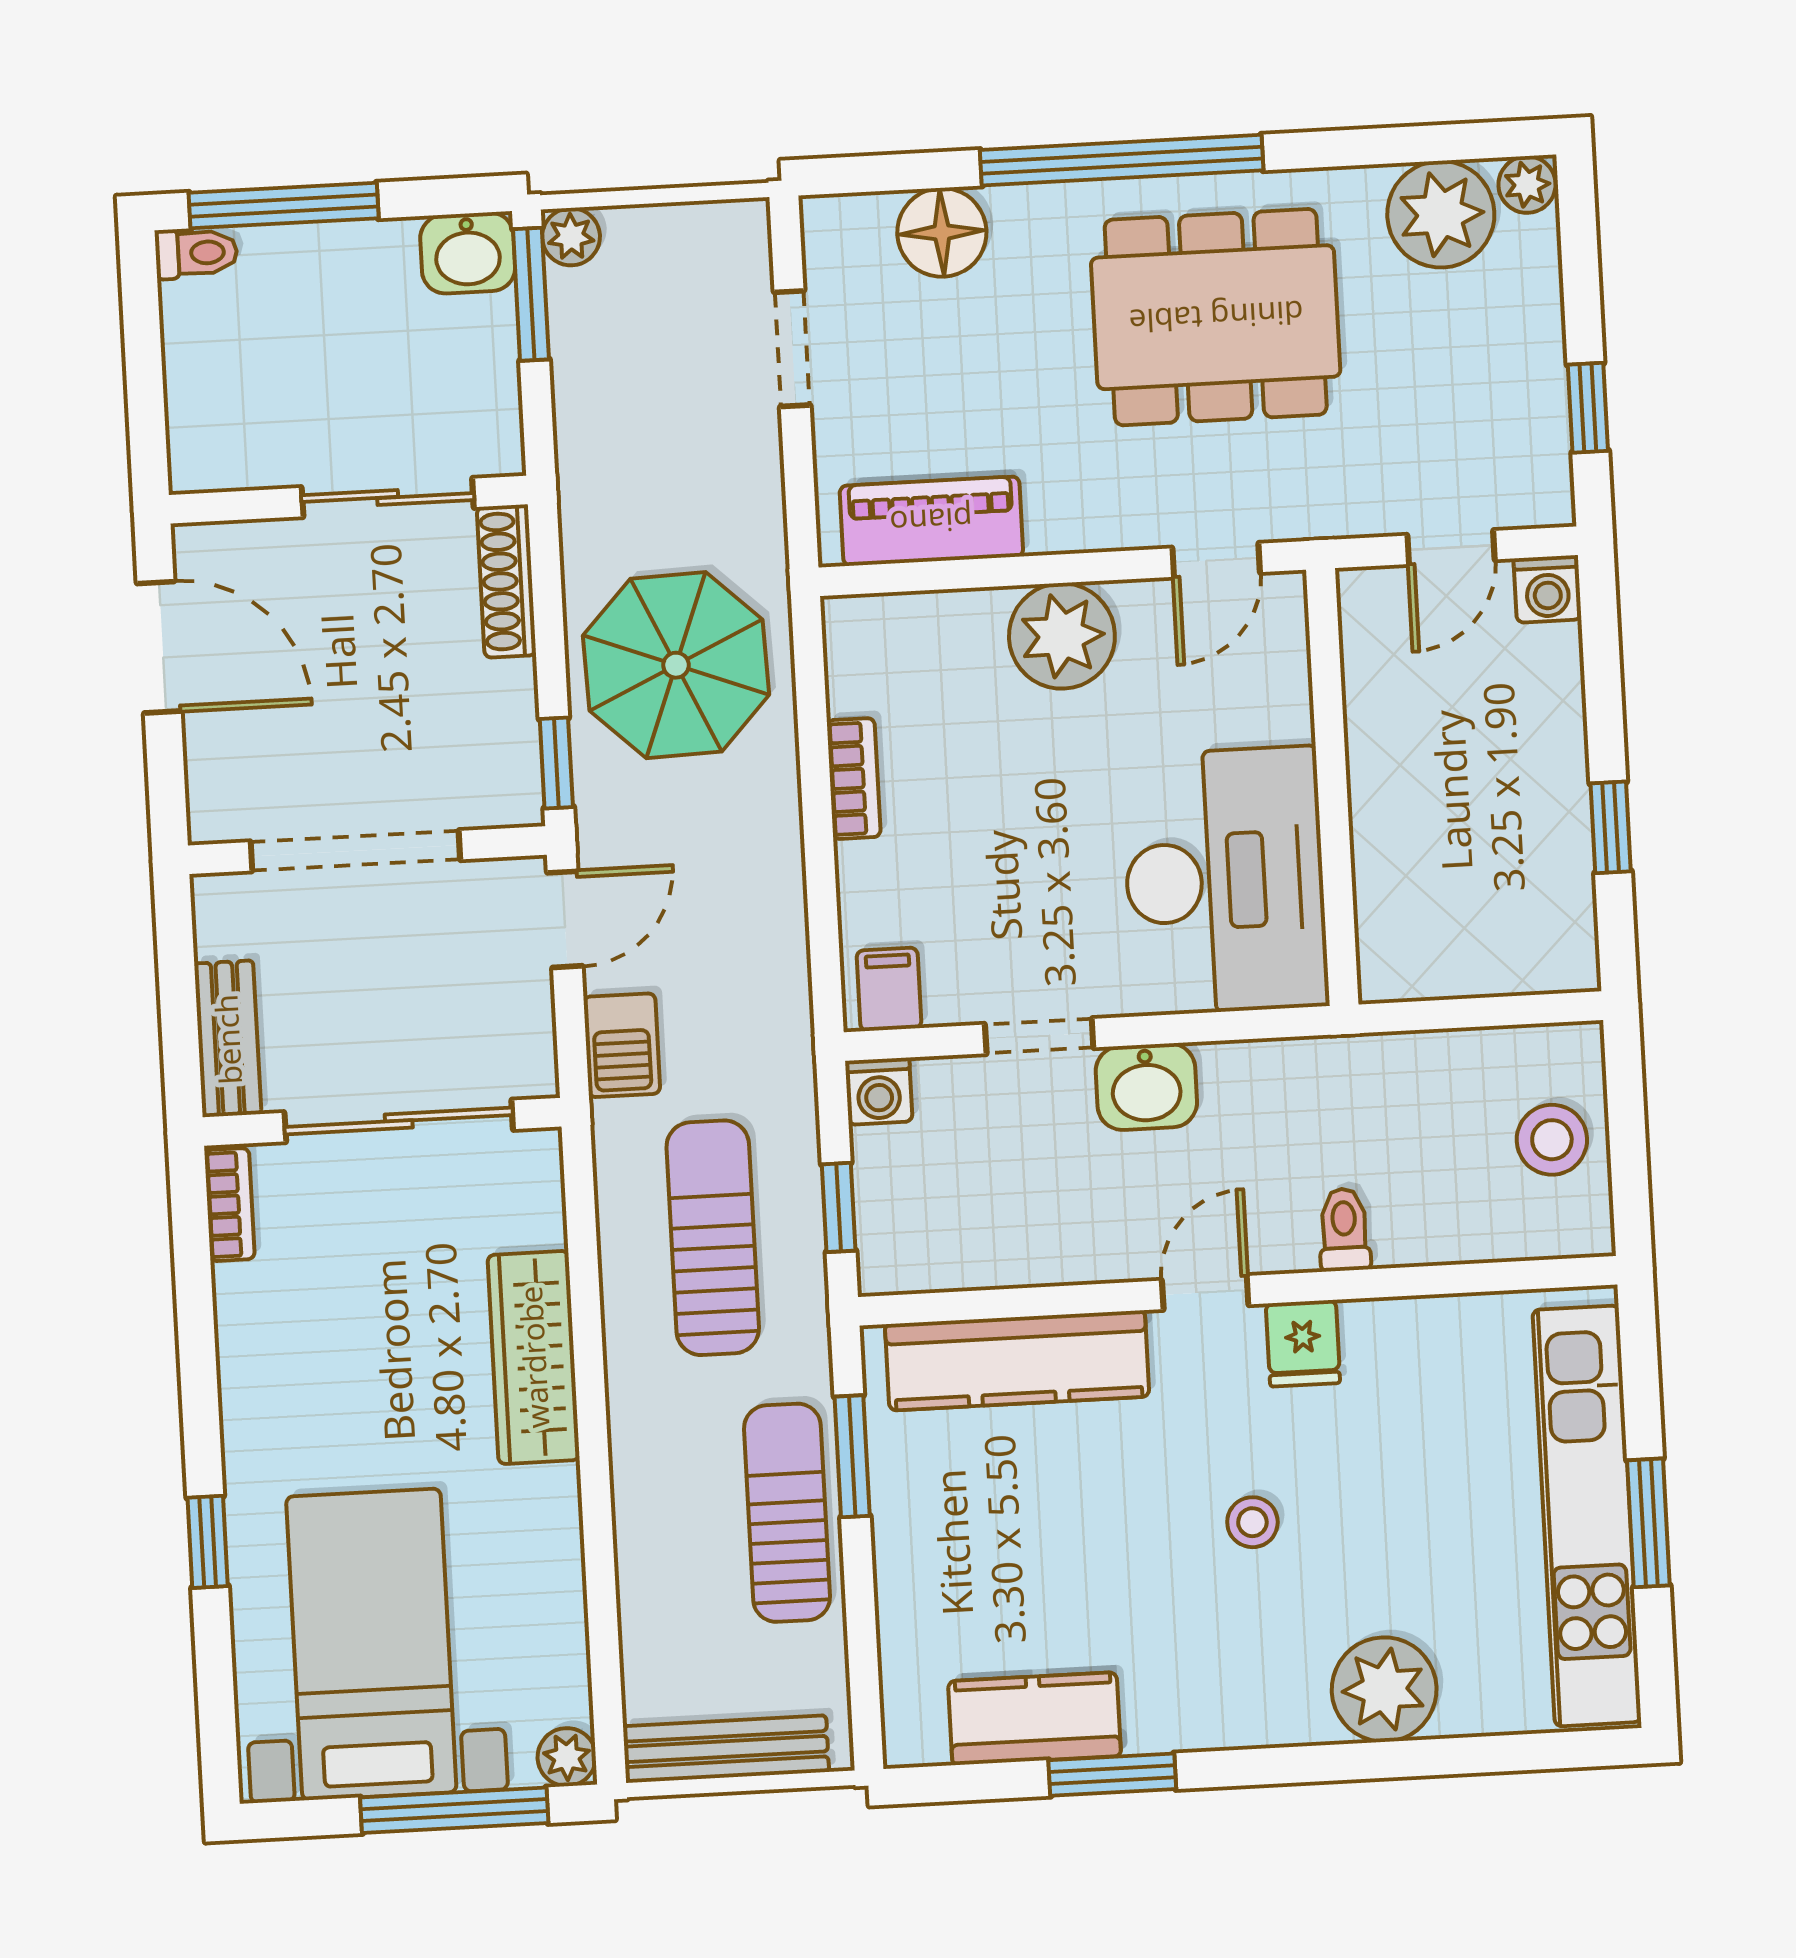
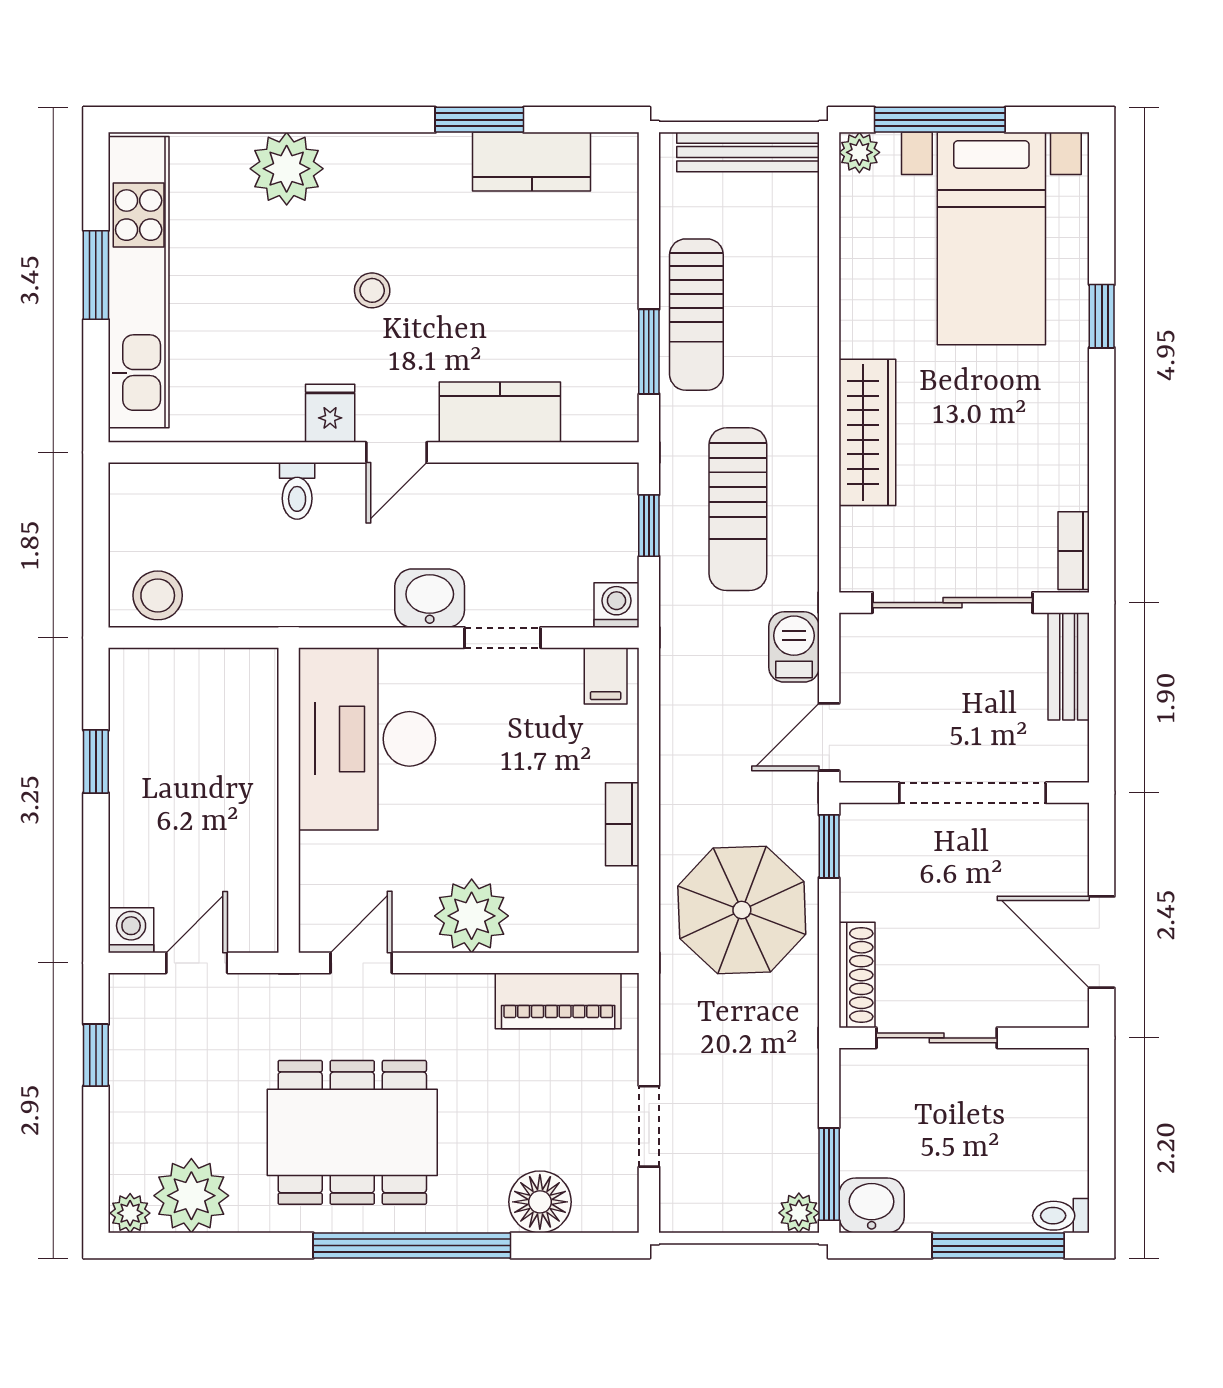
stool: (1552, 1140) -> (158, 595), moved
kitchen counter: (1017, 1360) -> (500, 412), width x0.67

